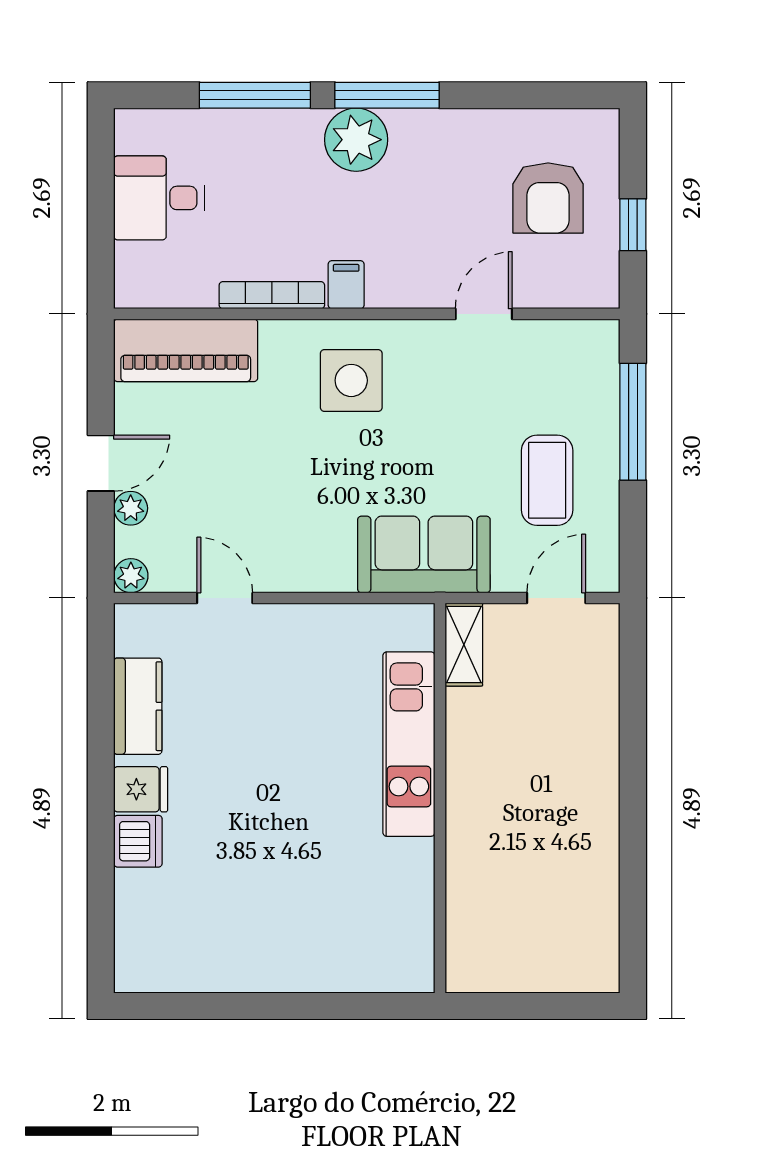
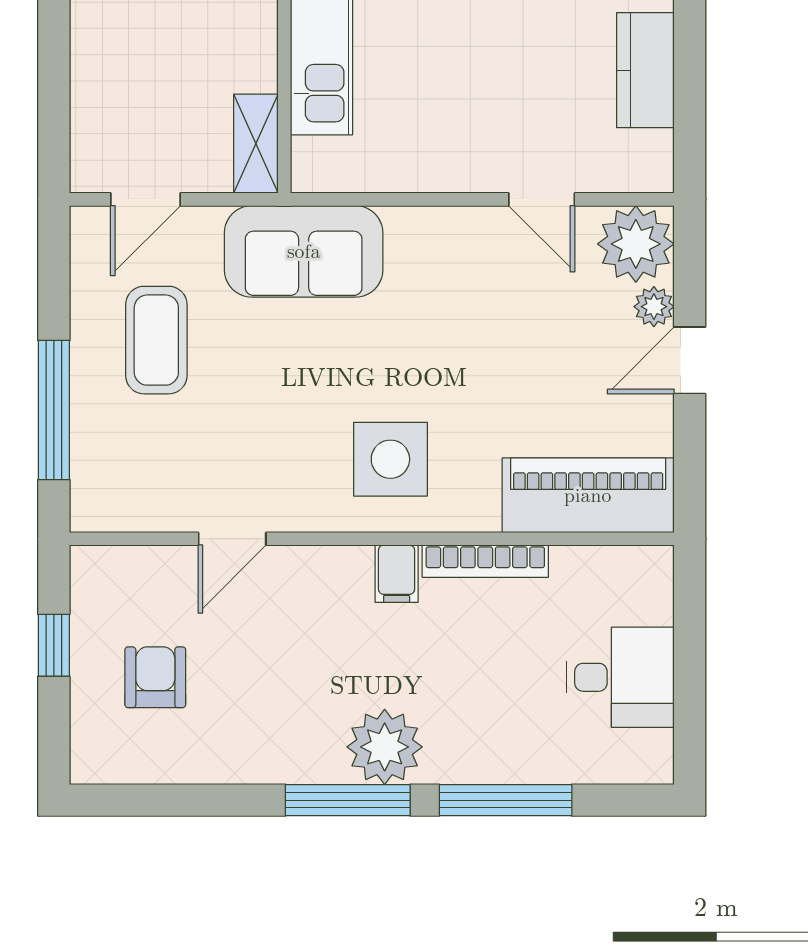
armchair: (548, 198) -> (155, 677), width x0.72, depth x0.72
plant: (131, 576) -> (636, 244), width x1.87, depth x1.87

